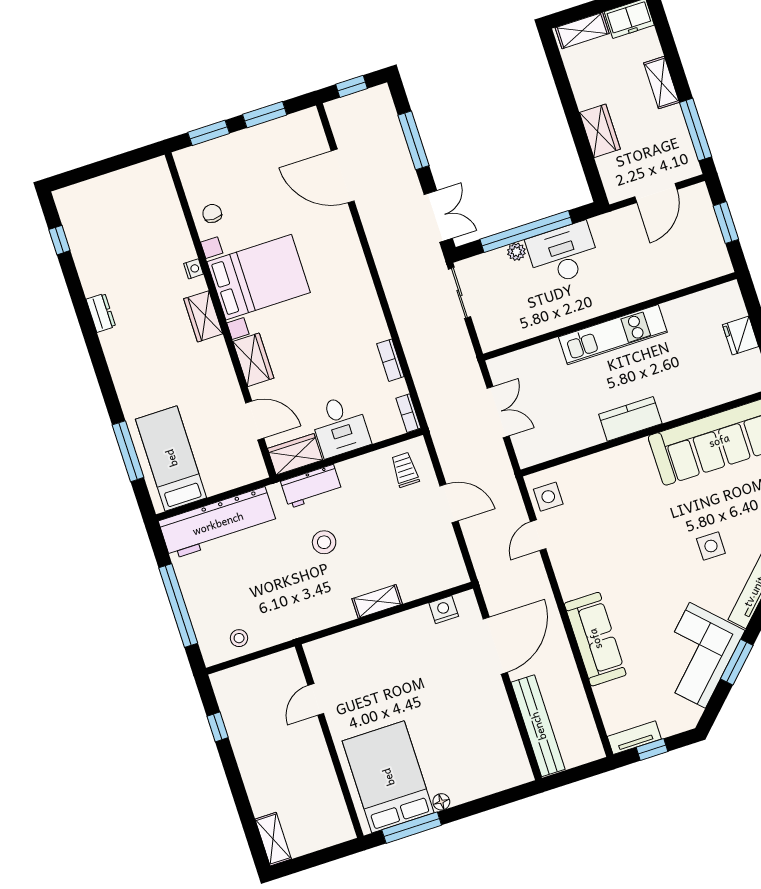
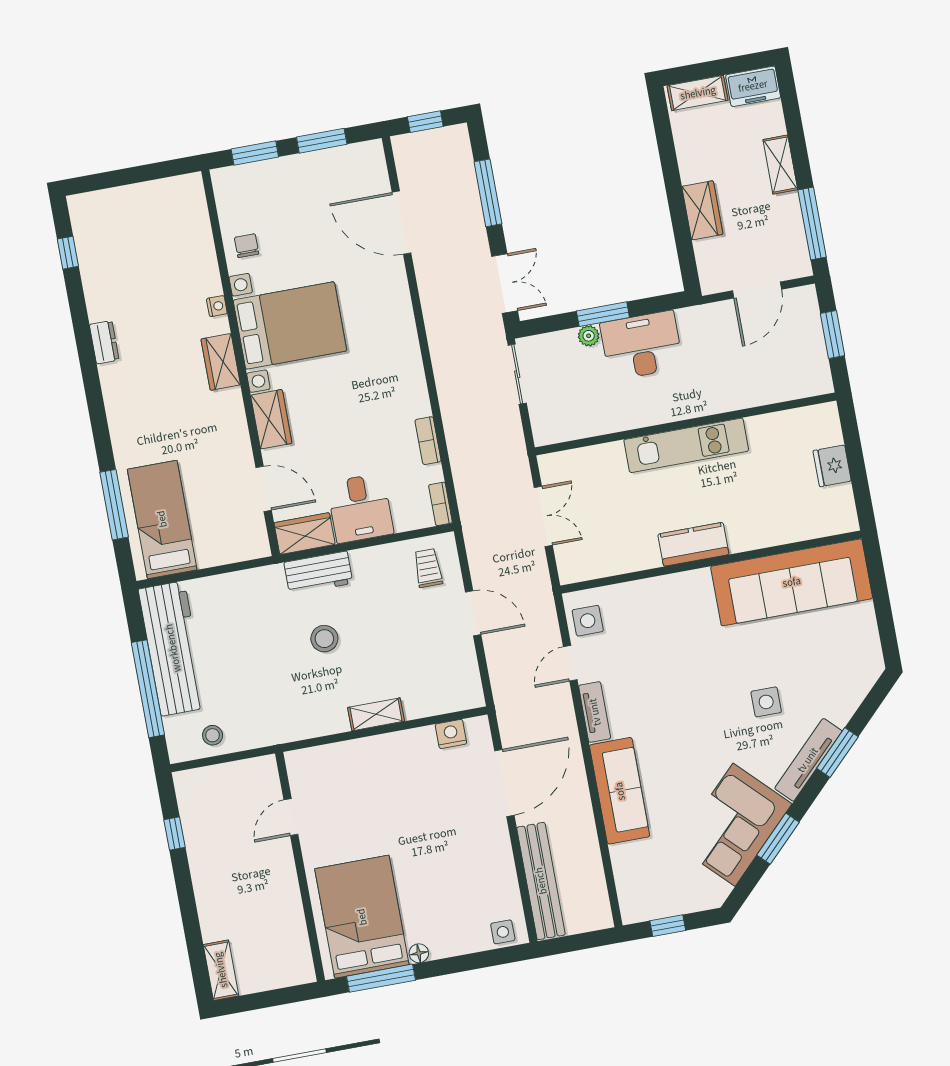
window: (526, 231) -> (603, 314), width x0.47
workbench: (218, 523) -> (173, 648), moved, turned -90
tv unit: (634, 738) -> (595, 712), moved, turned 90
side table: (511, 774) -> (503, 932), added

